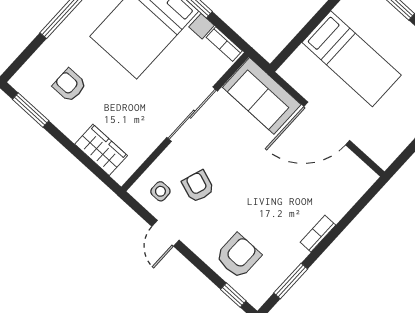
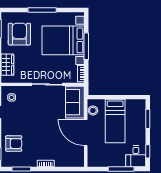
stool: (302, 79) -> (93, 110), added
armchair: (69, 85) -> (19, 34), width x1.88, depth x1.88
armchair: (198, 186) -> (25, 109), removed

